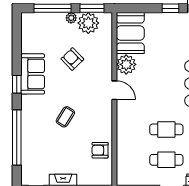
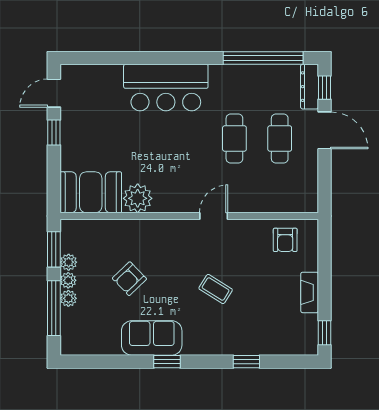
plant: (59, 18) -> (68, 298), added
plant: (88, 23) -> (69, 262), width x0.53, depth x0.53
door: (114, 90) -> (214, 216), moved
window: (17, 137) -> (246, 362), width x0.32
armchair: (100, 150) -> (285, 240), moved

